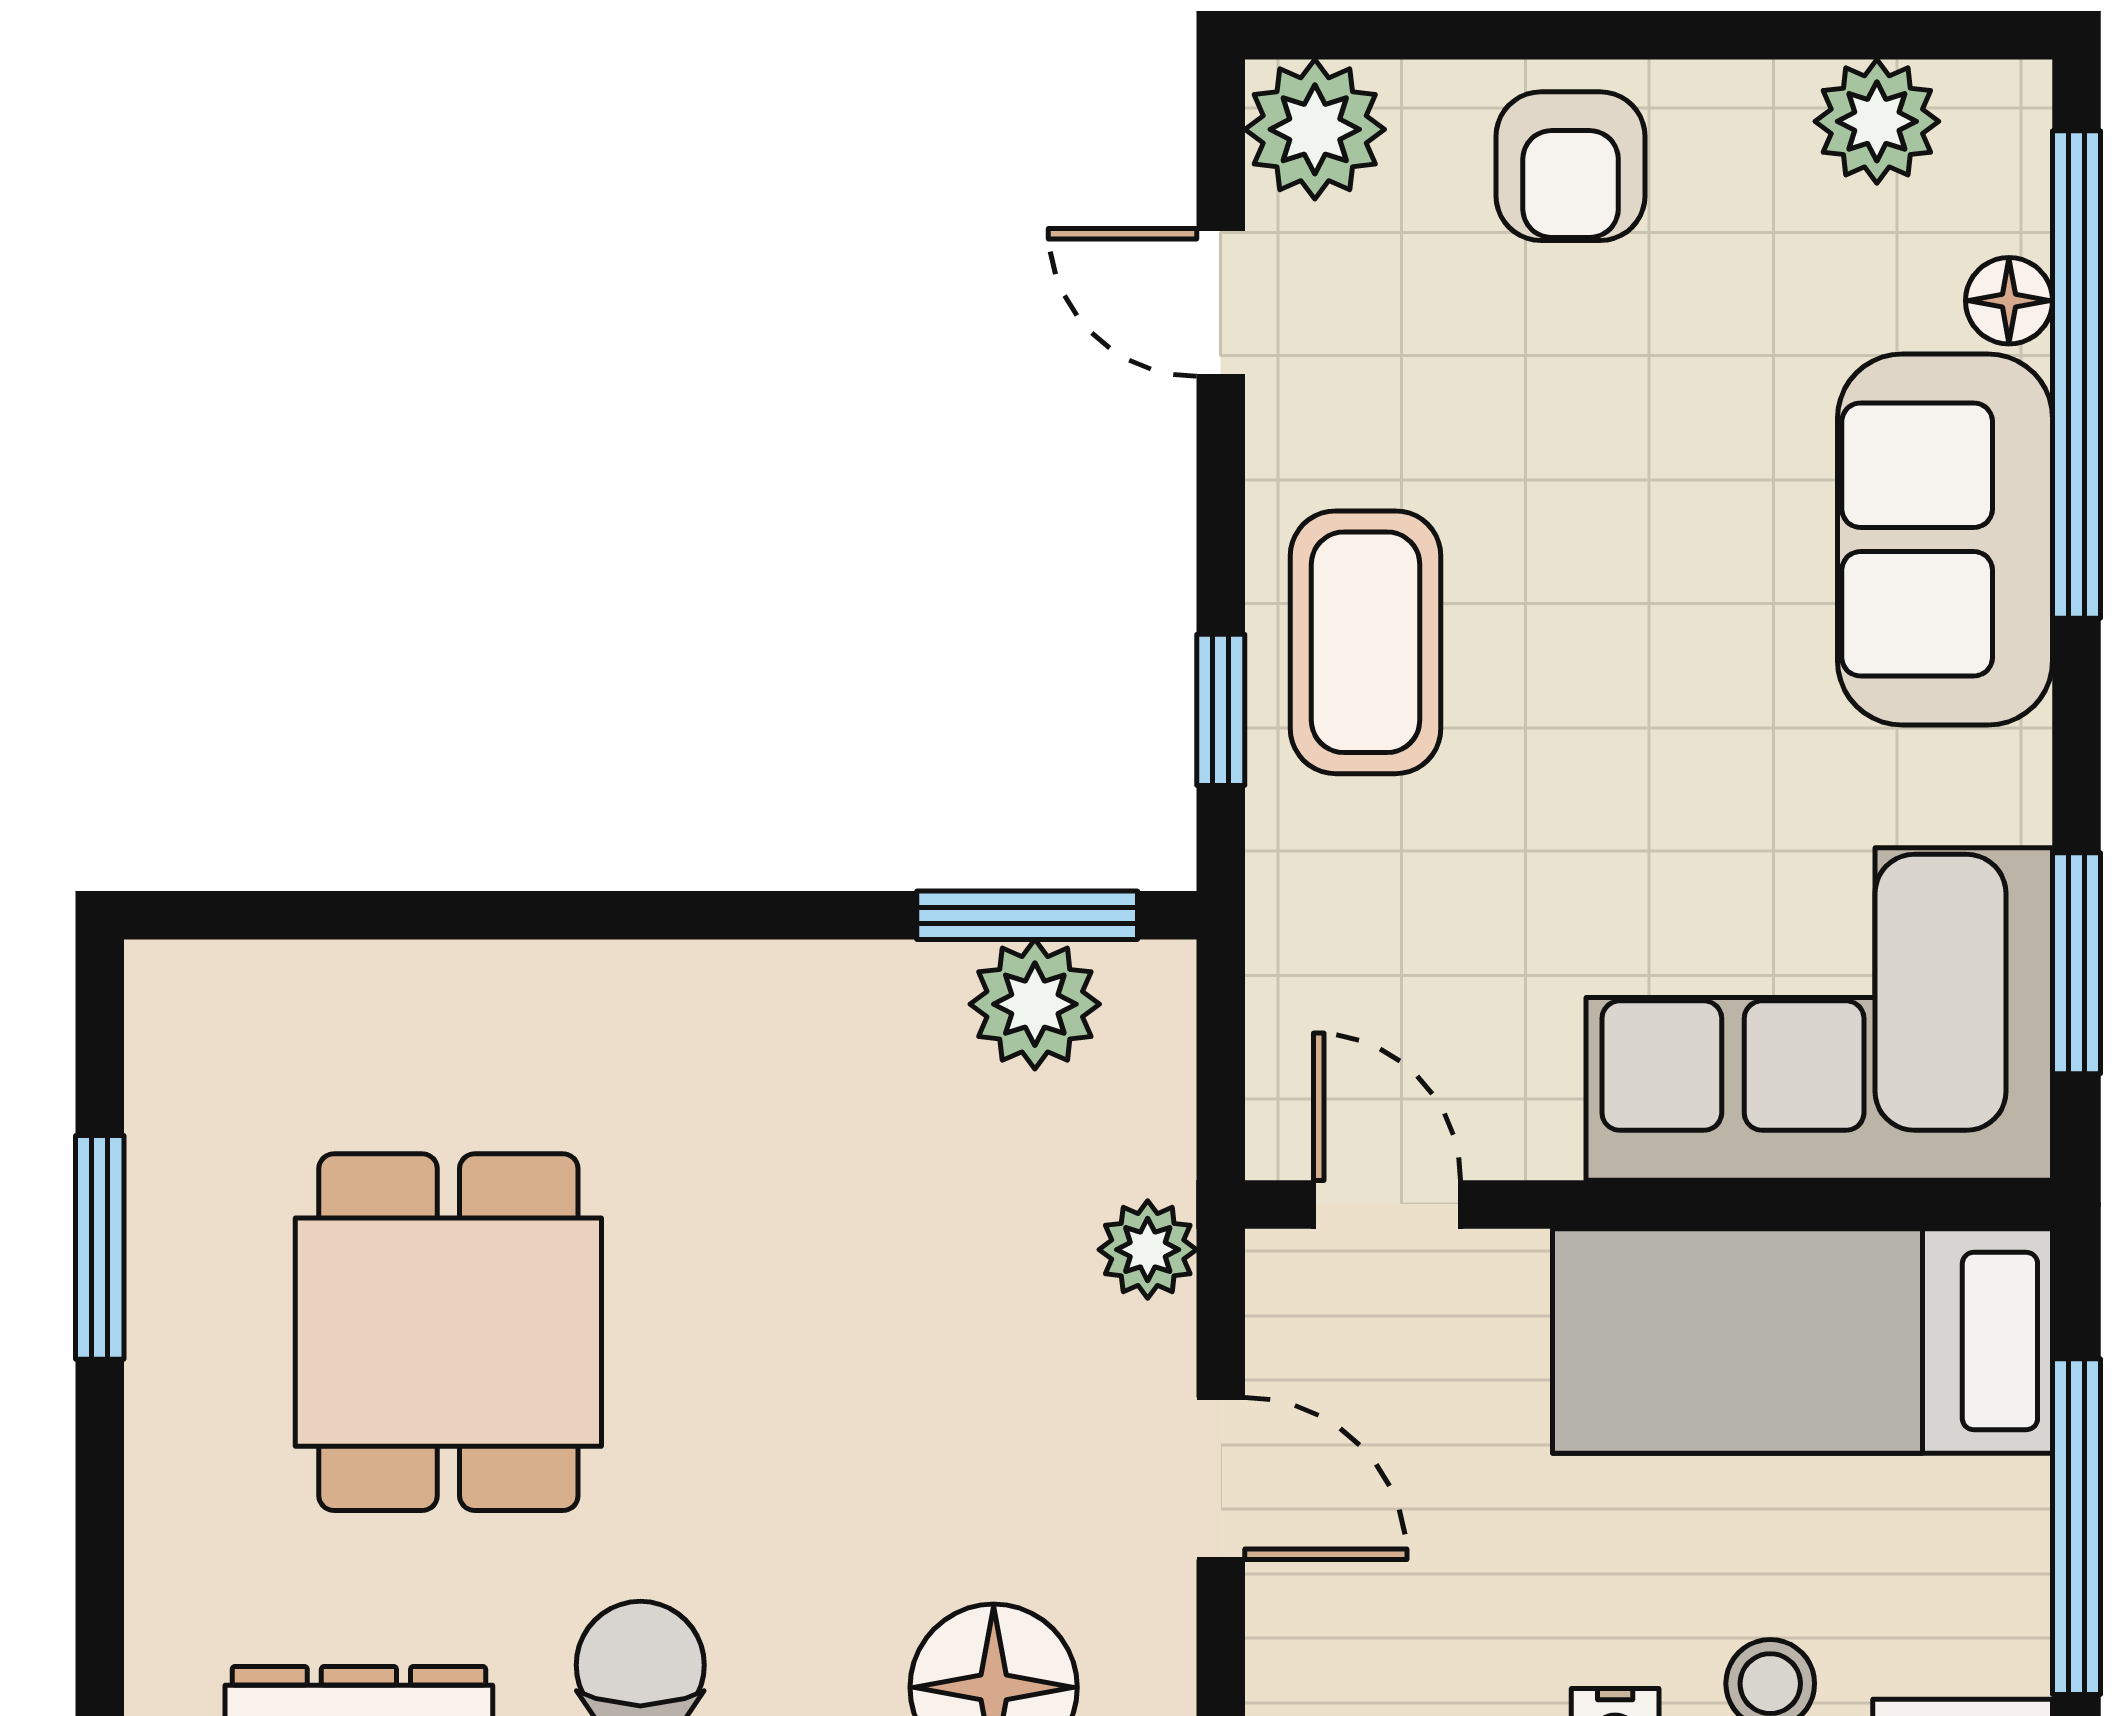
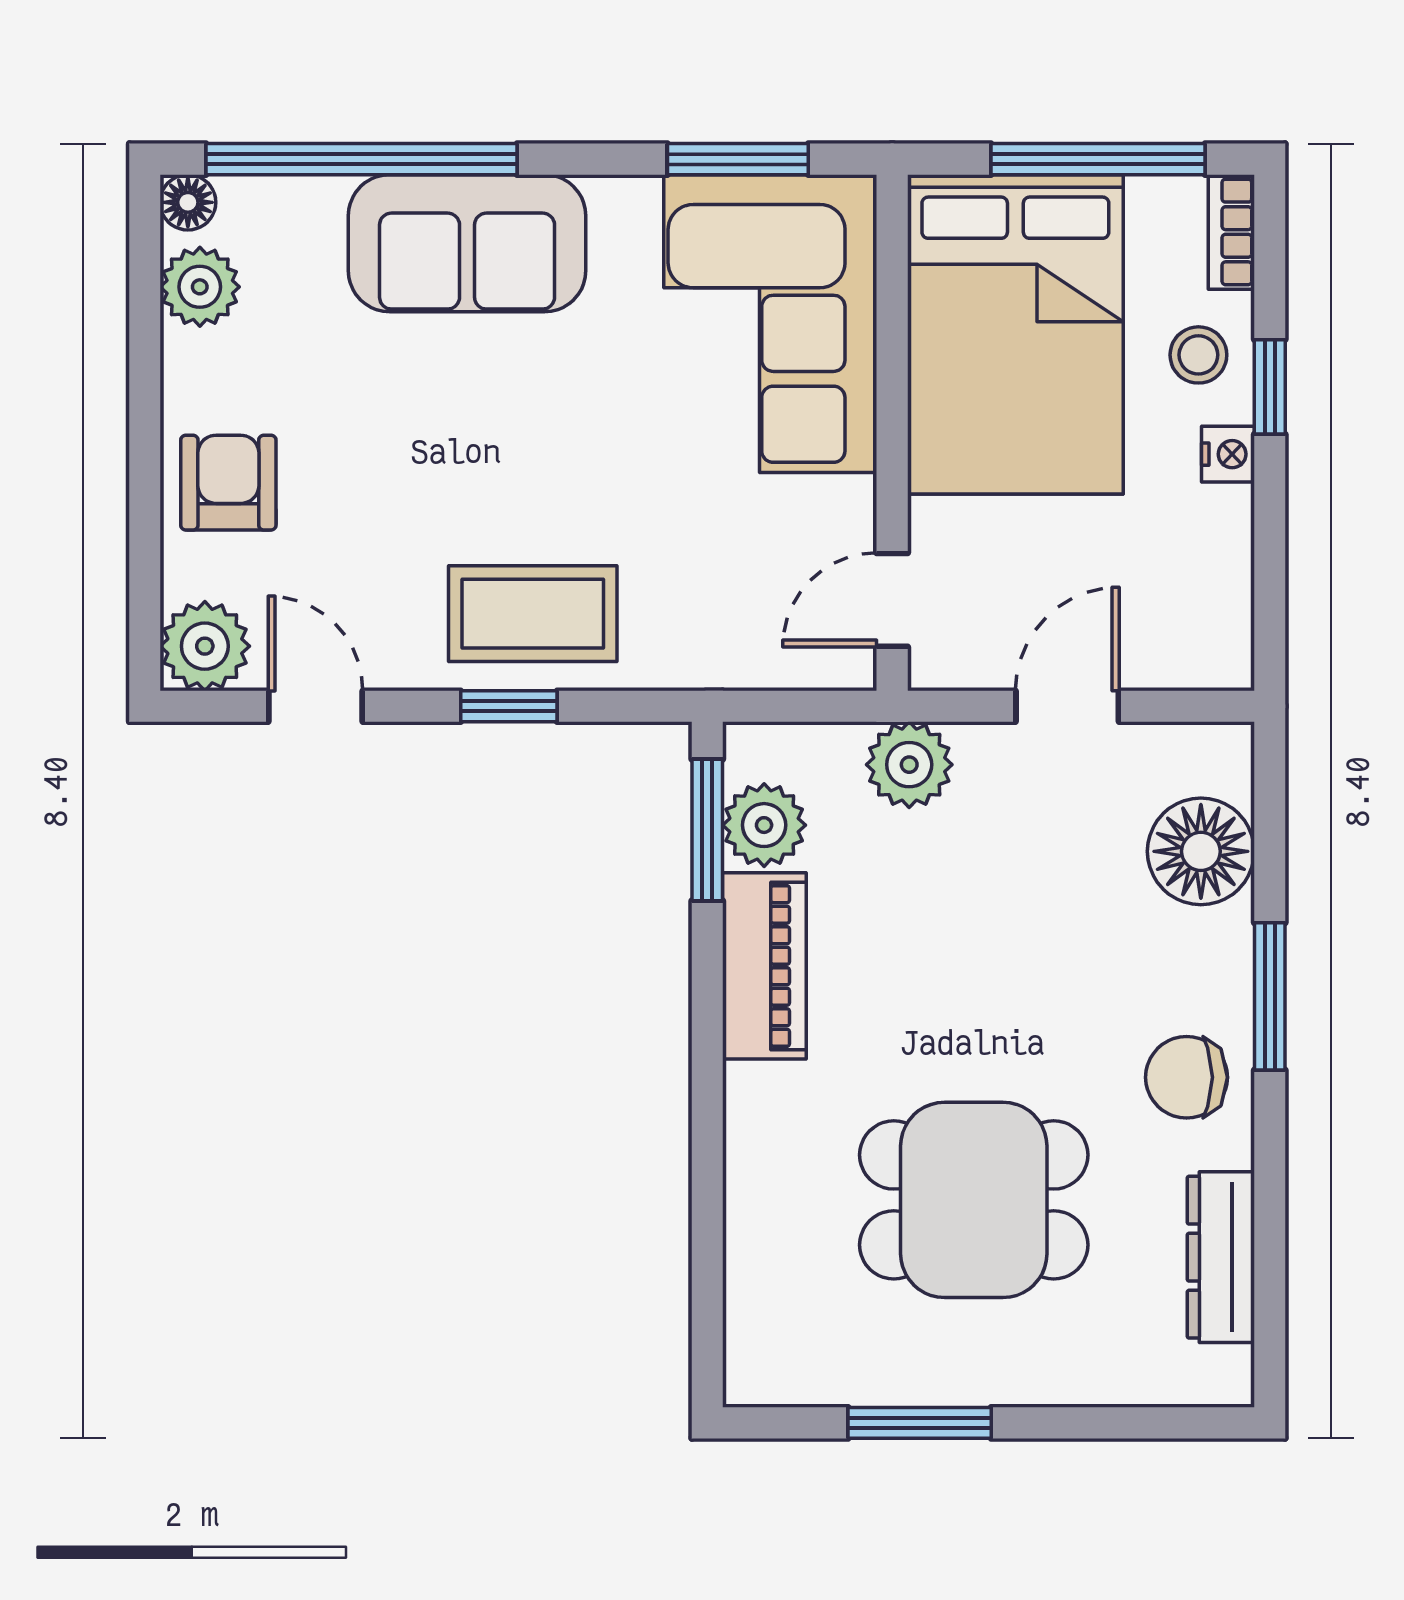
armchair: (1571, 166) -> (228, 483), turned -90
floor lamp: (2009, 301) -> (188, 202), moved
door: (1221, 302) -> (316, 706), swing flipped
window: (1221, 710) -> (509, 706), moved
piano: (814, 1005) -> (764, 966), added
plant: (1148, 1250) -> (909, 765), width x1.38, depth x1.38
bed: (1803, 1341) -> (1015, 334), width x1.50

